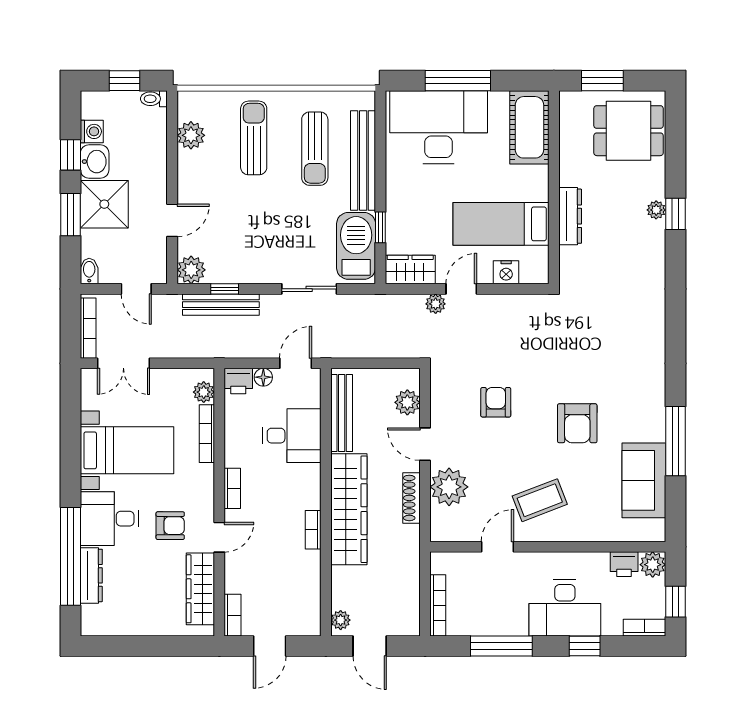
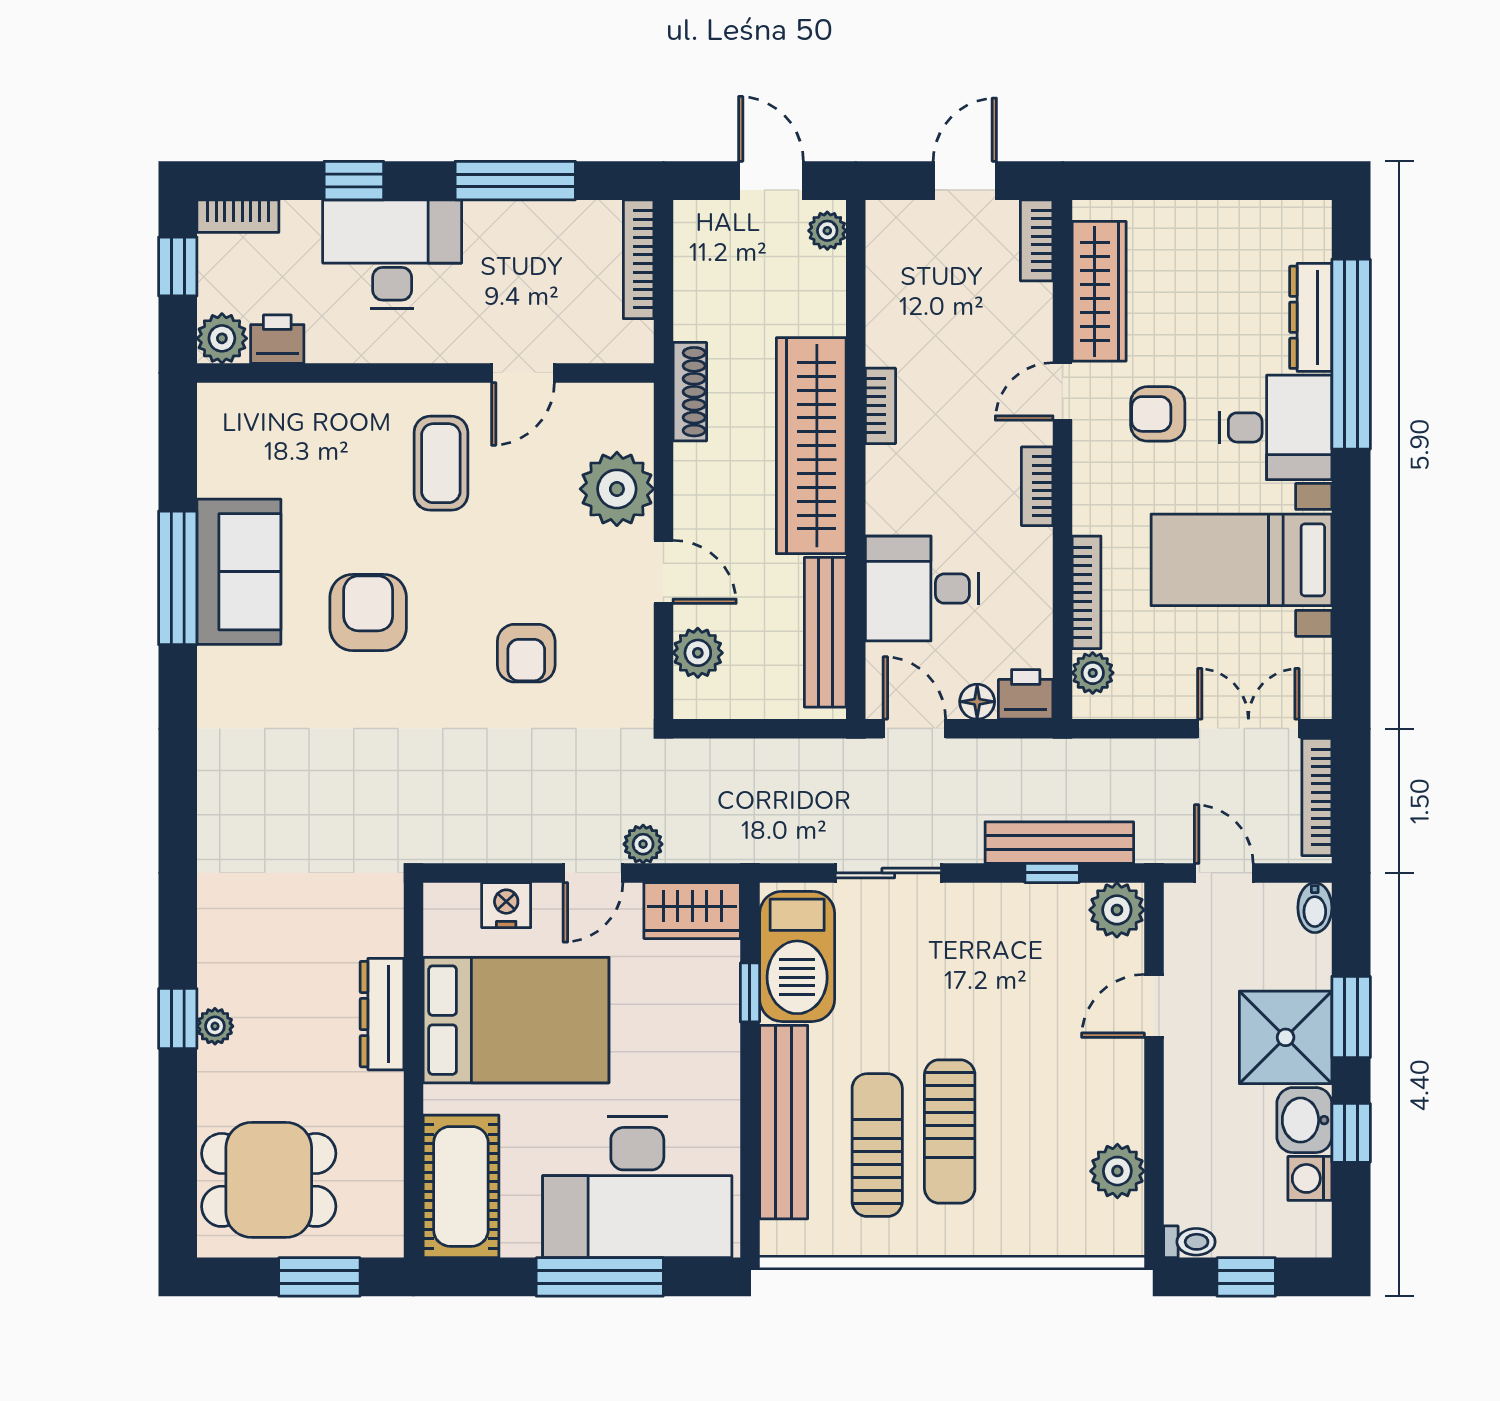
sun lounger: (254, 138) -> (950, 1131), moved
bed: (501, 224) -> (516, 1020), width x1.50
door: (296, 363) -> (914, 729), swing flipped
sofa: (644, 480) -> (239, 572), moved
shoe rack: (411, 498) -> (690, 392), moved
coffee table: (540, 500) -> (441, 463), turned -69

